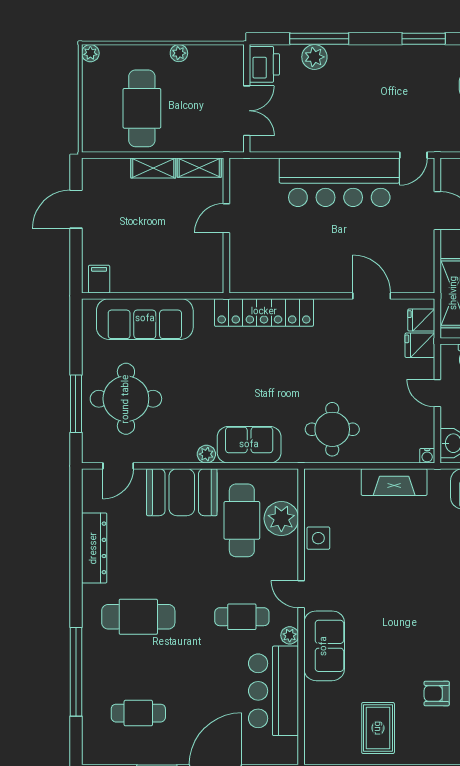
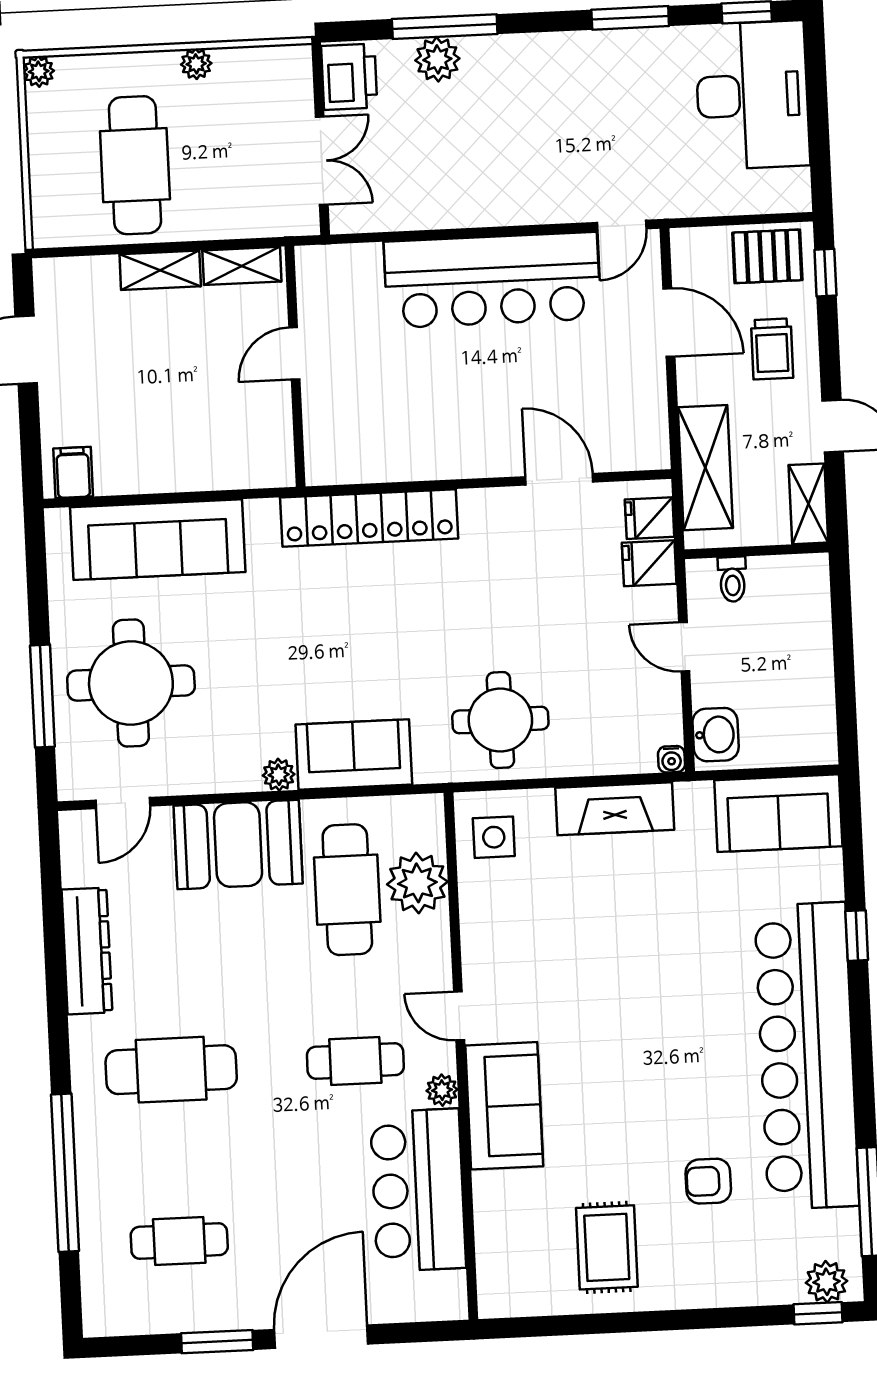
side table: (318, 538) -> (494, 837), moved

